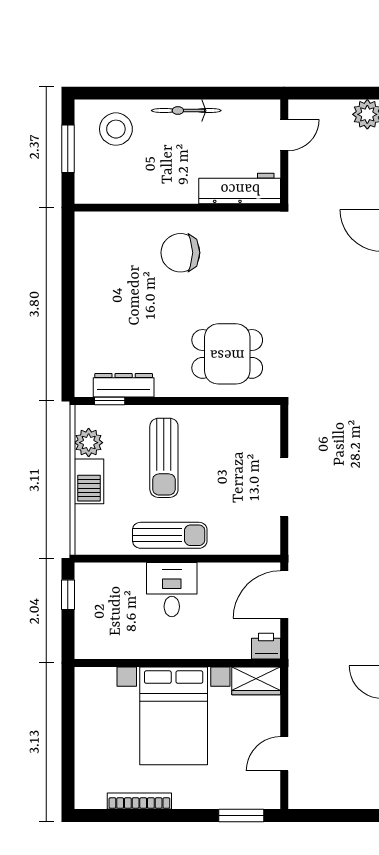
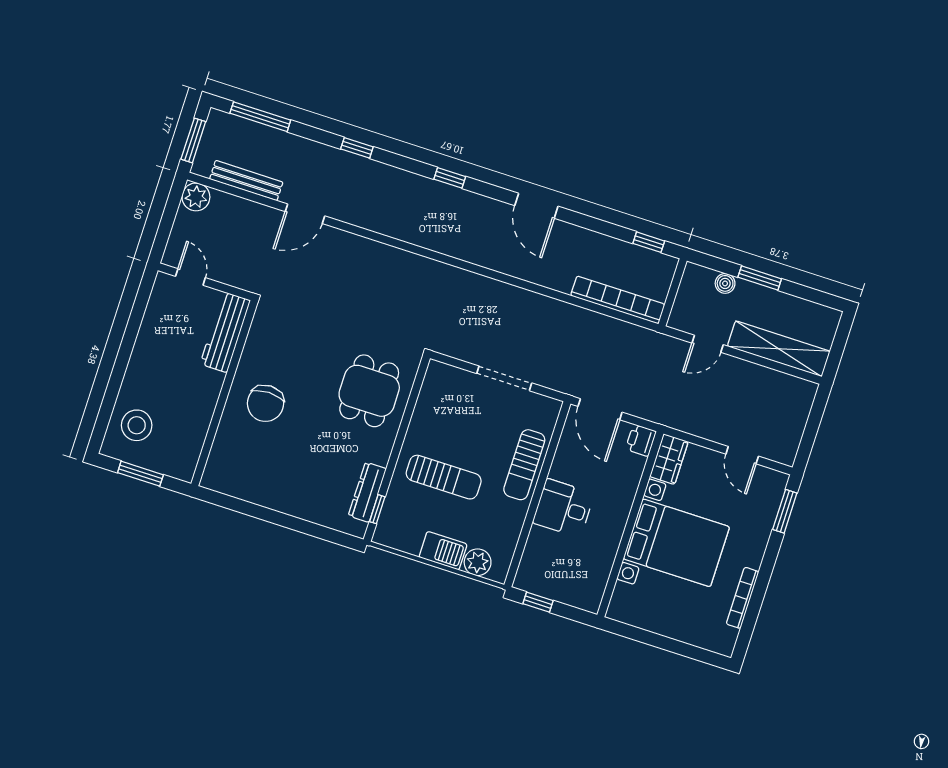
bicycle: (186, 111) -> (140, 357), removed
plant: (89, 443) -> (478, 562), moved
sun lounger: (170, 535) -> (524, 465), moved, turned 180

